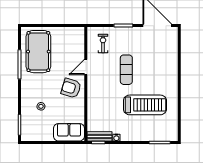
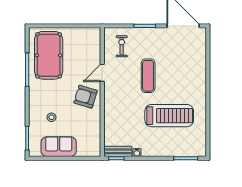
sofa: (69, 132) -> (59, 147), moved

